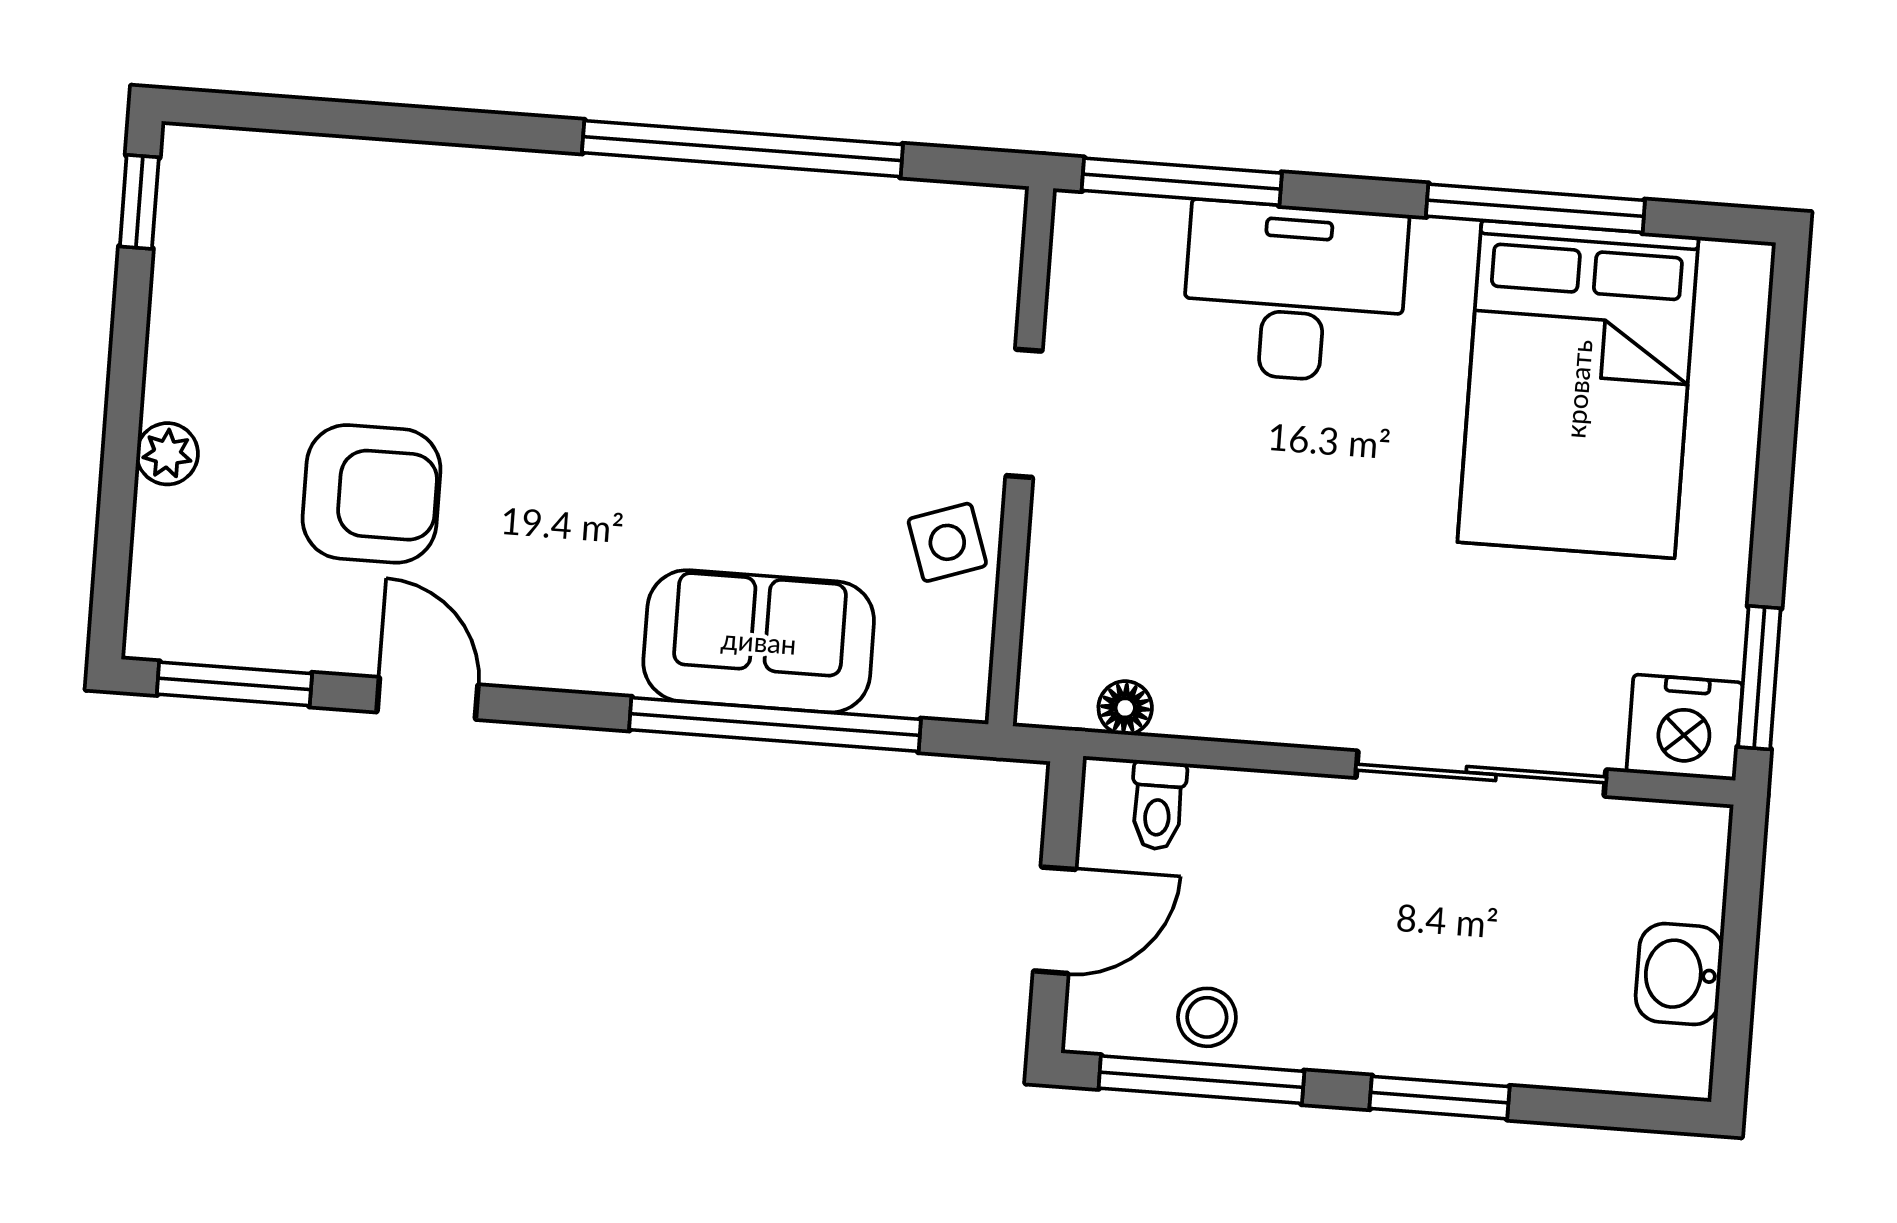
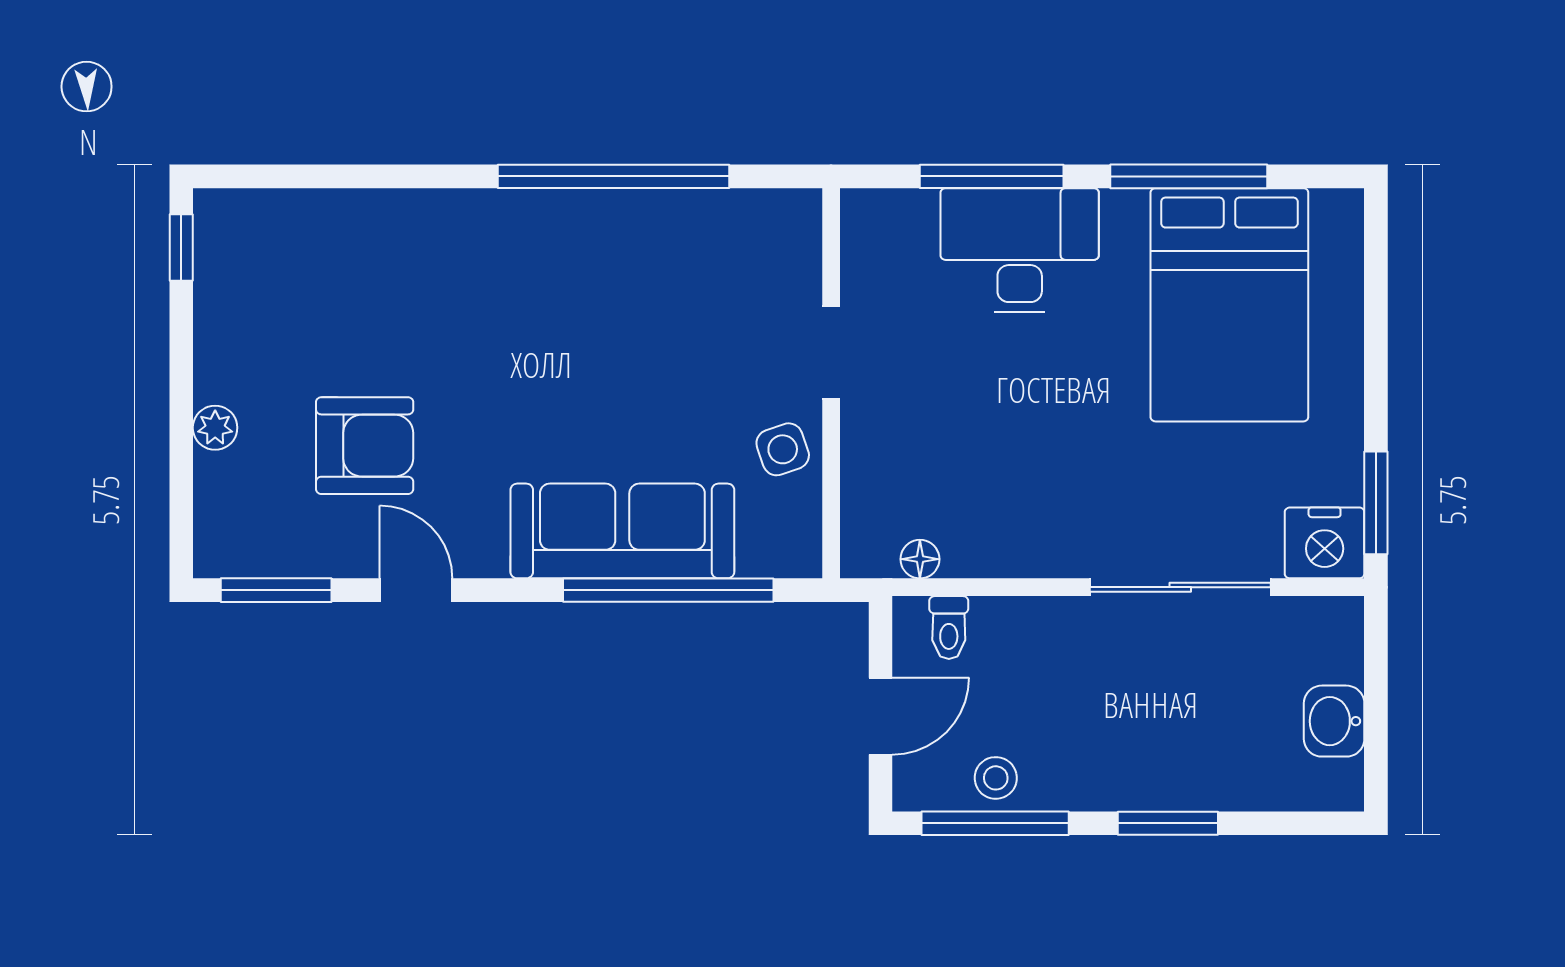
window: (1182, 182) -> (992, 176), moved
sofa: (759, 641) -> (622, 531), width x1.36

